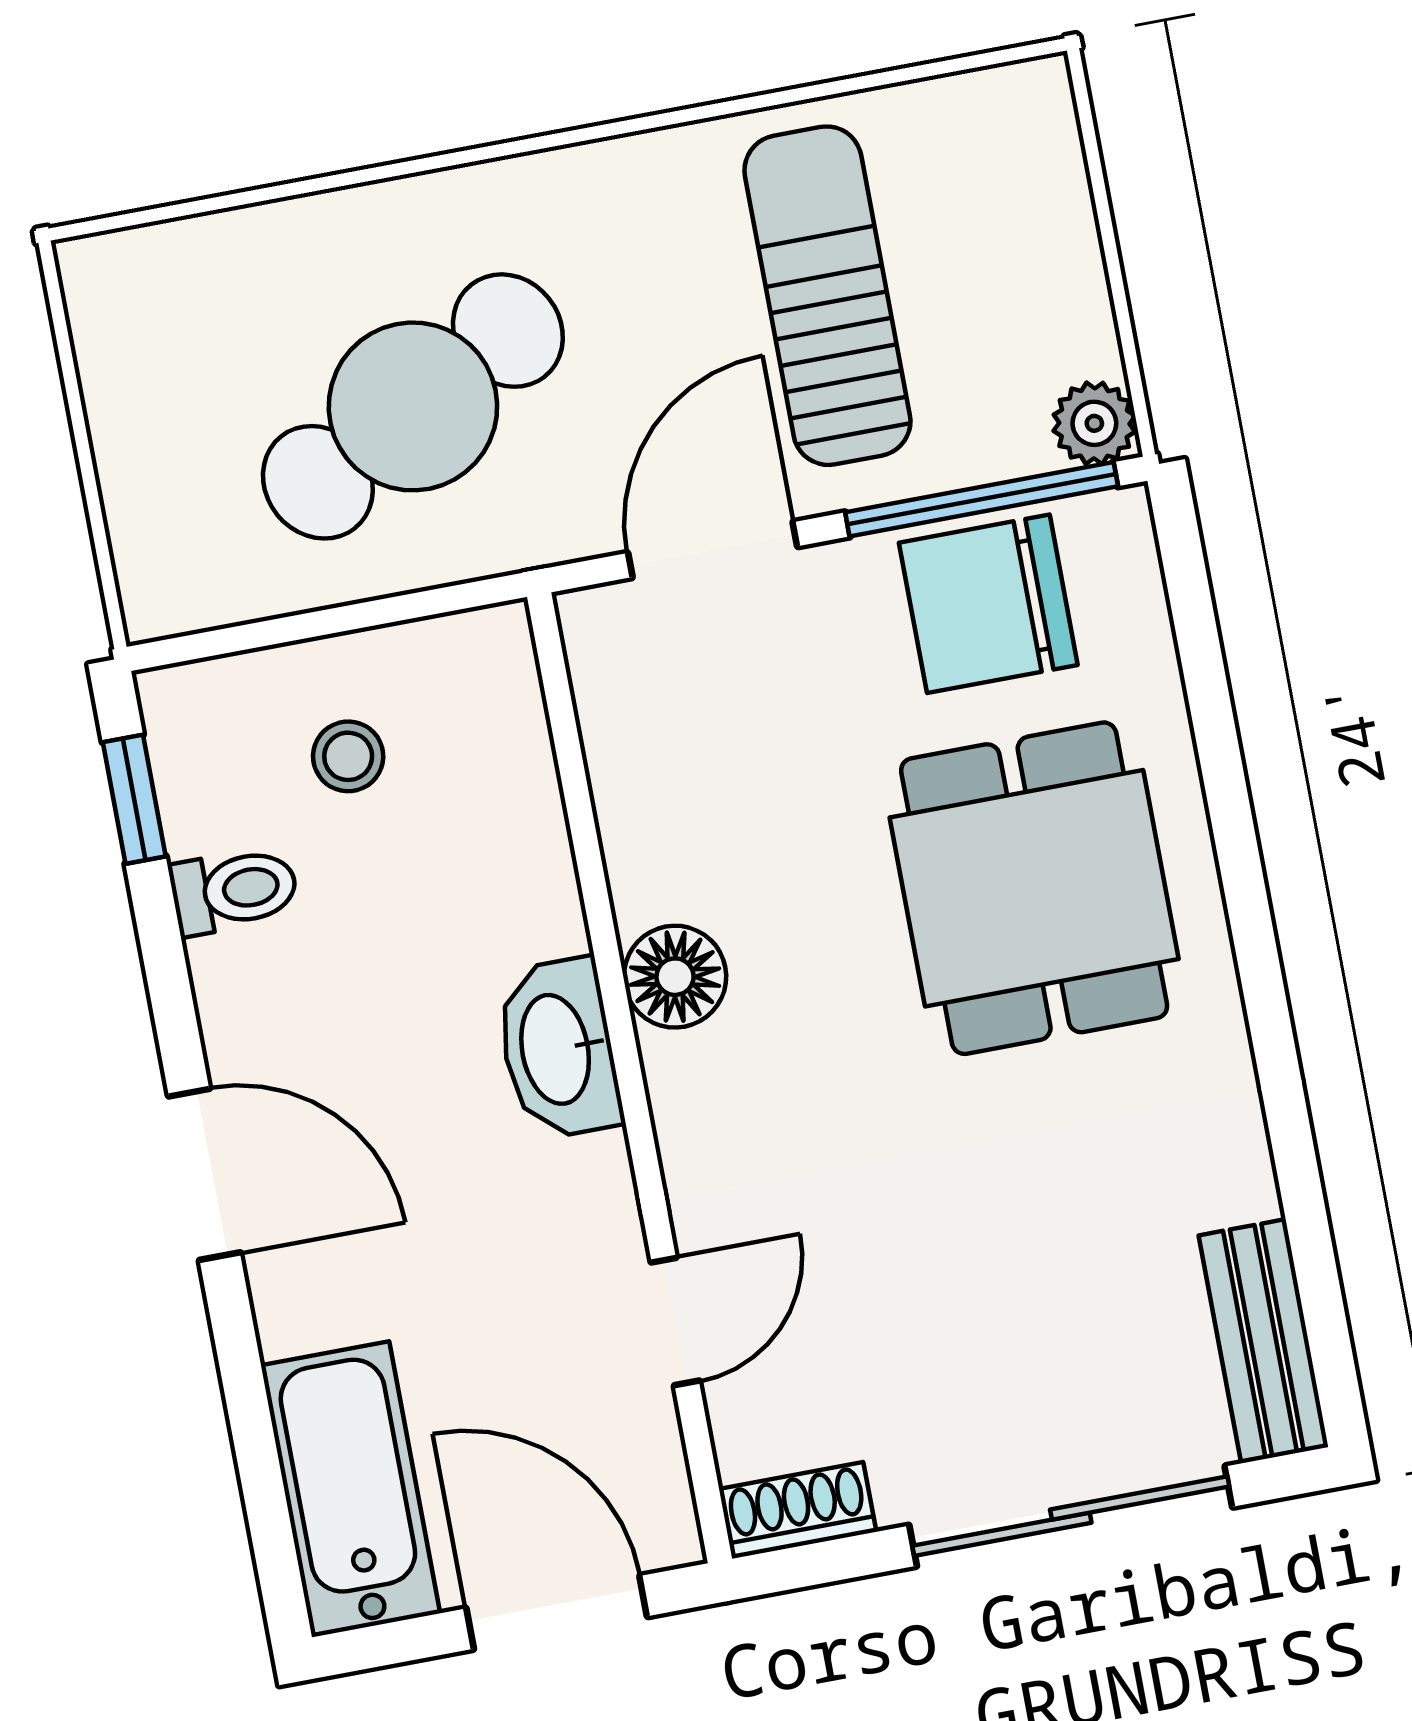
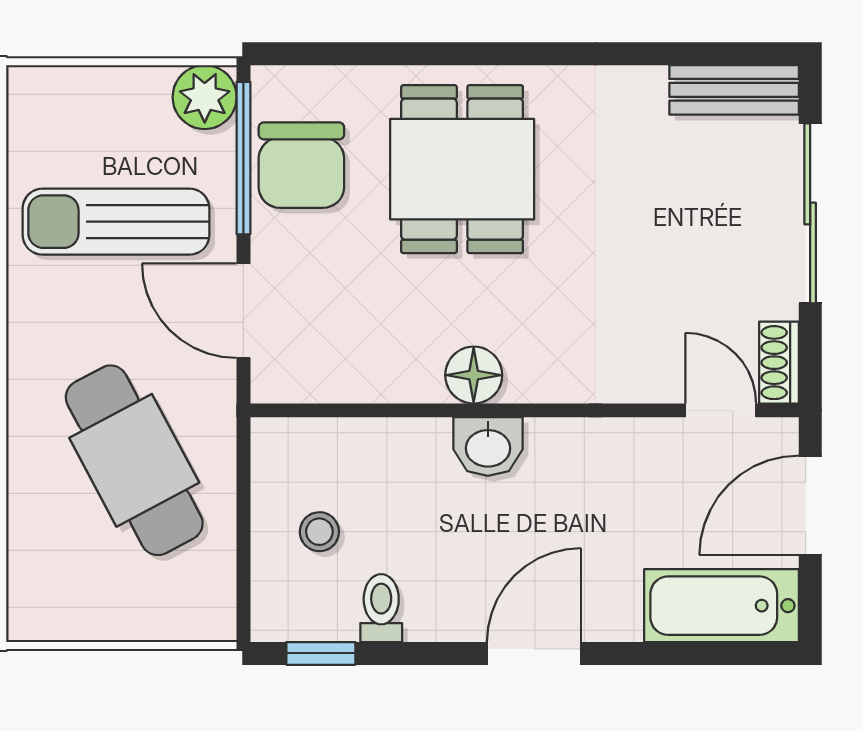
plant: (1094, 423) -> (205, 97), width x1.38, depth x1.38
dining table: (1034, 888) -> (462, 169), turned 90
washbasin: (558, 1049) -> (488, 447), width x0.72
door: (675, 1322) -> (721, 410), moved

